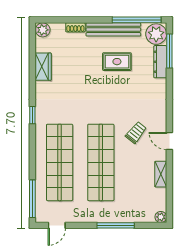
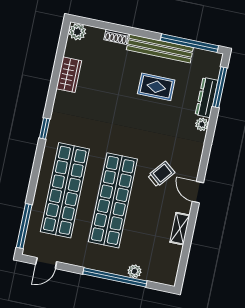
plant: (156, 34) -> (202, 124), moved, width x0.53, depth x0.53
plant: (161, 217) -> (135, 271), moved
window: (116, 225) -> (115, 277), width x1.46

